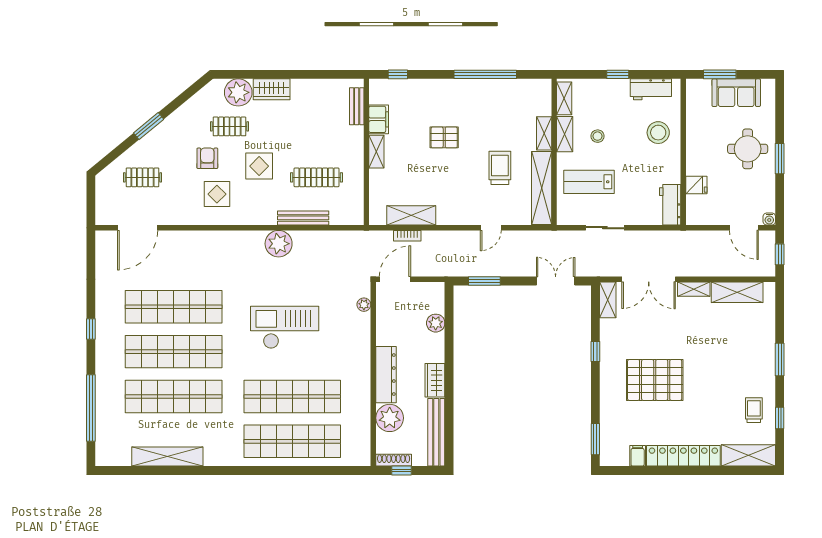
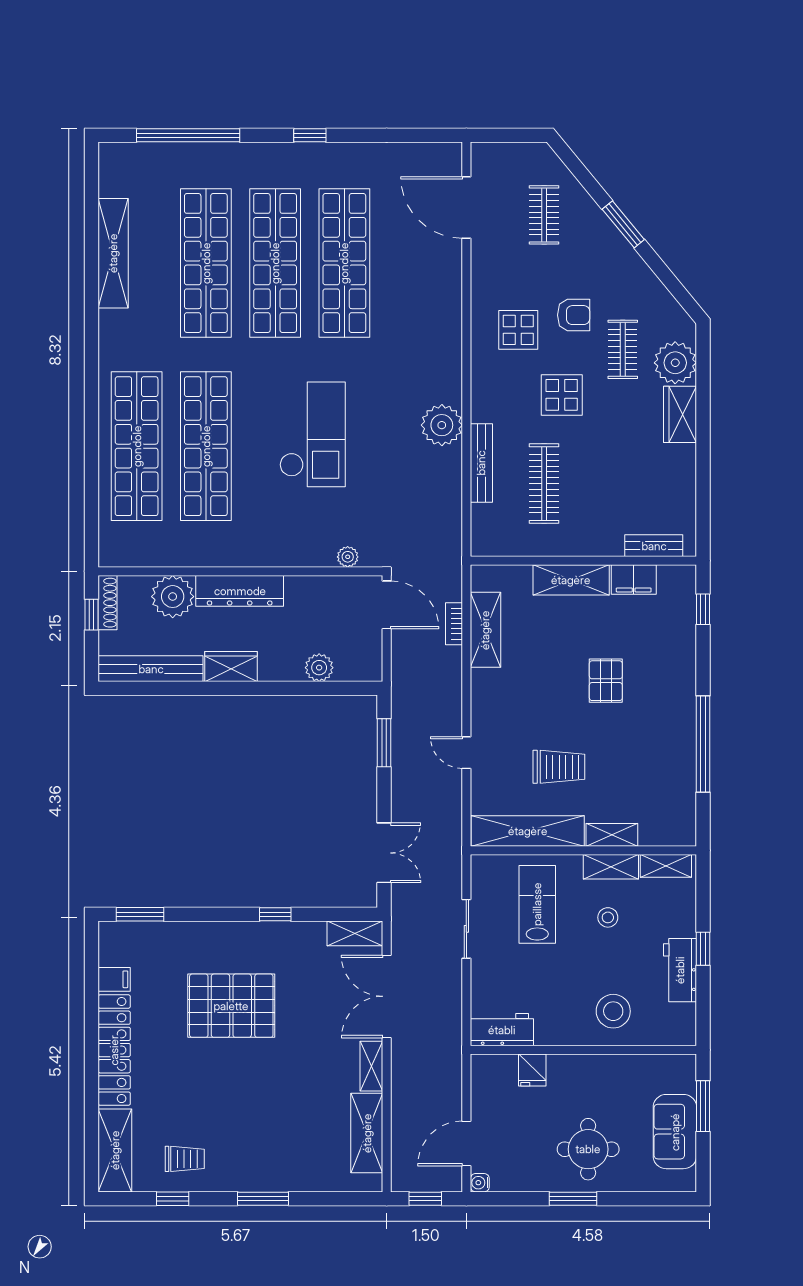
workbench: (651, 89) -> (680, 970), moved
shelving: (376, 152) -> (571, 580), width x1.50, depth x1.33
pallet: (655, 380) -> (231, 1006), turned 90

